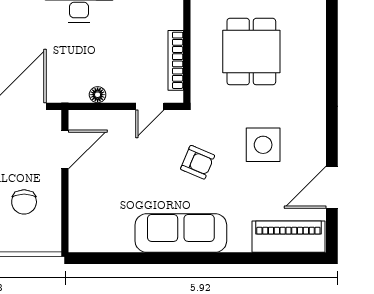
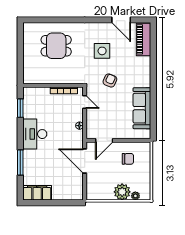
dining table: (251, 52) -> (56, 46), moved
door: (65, 150) -> (104, 140), swing flipped
sofa: (181, 233) -> (142, 108), moved

